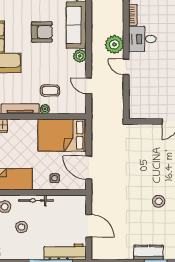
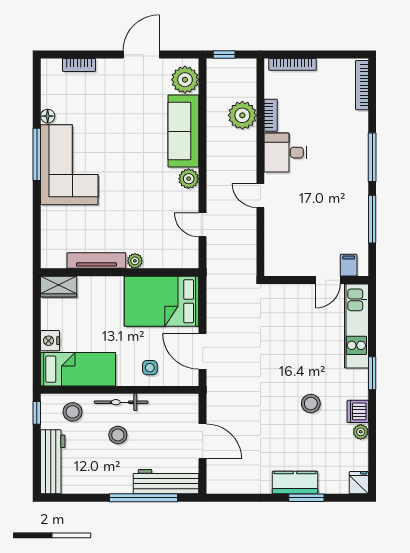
armchair: (42, 32) -> (130, 142), removed
plant: (114, 44) -> (242, 115), moved
coffee table: (50, 91) -> (143, 232), removed
stool: (22, 227) -> (118, 435), moved

